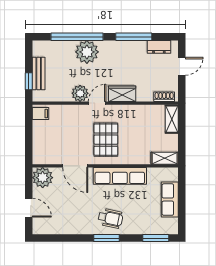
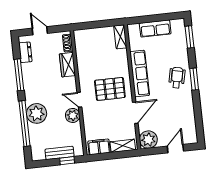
wardrobe: (122, 94) -> (67, 65), moved
filing cabinet: (41, 114) -> (99, 147), width x2.00
shelving: (172, 119) -> (123, 146), moved

